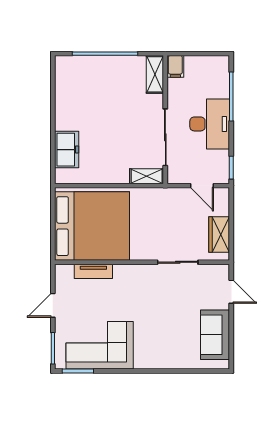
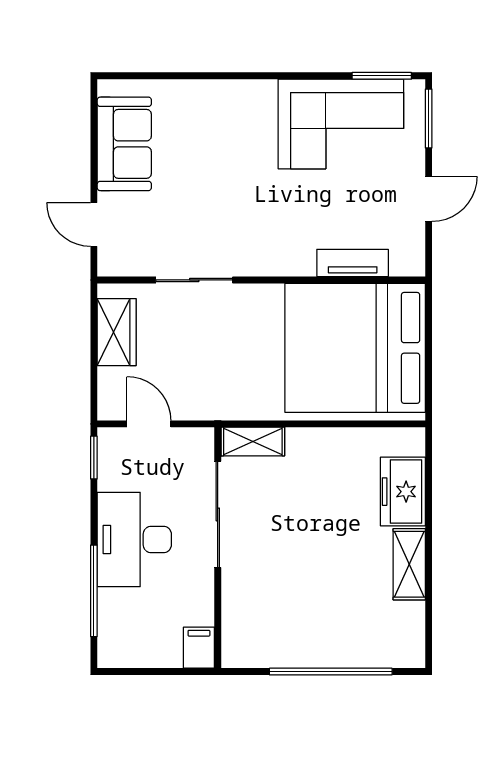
shelving: (155, 74) -> (409, 564), moved

